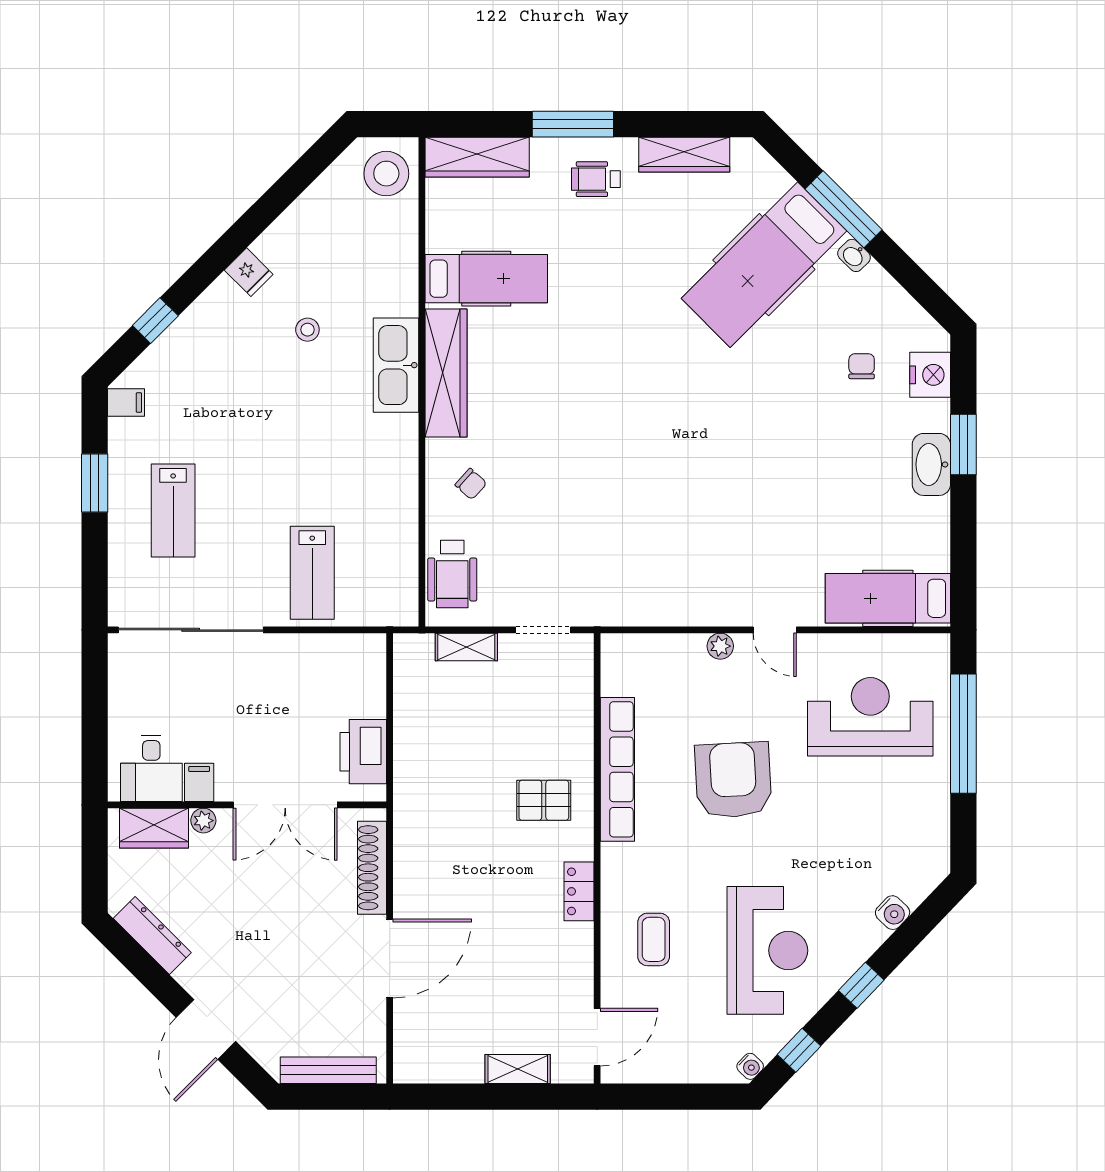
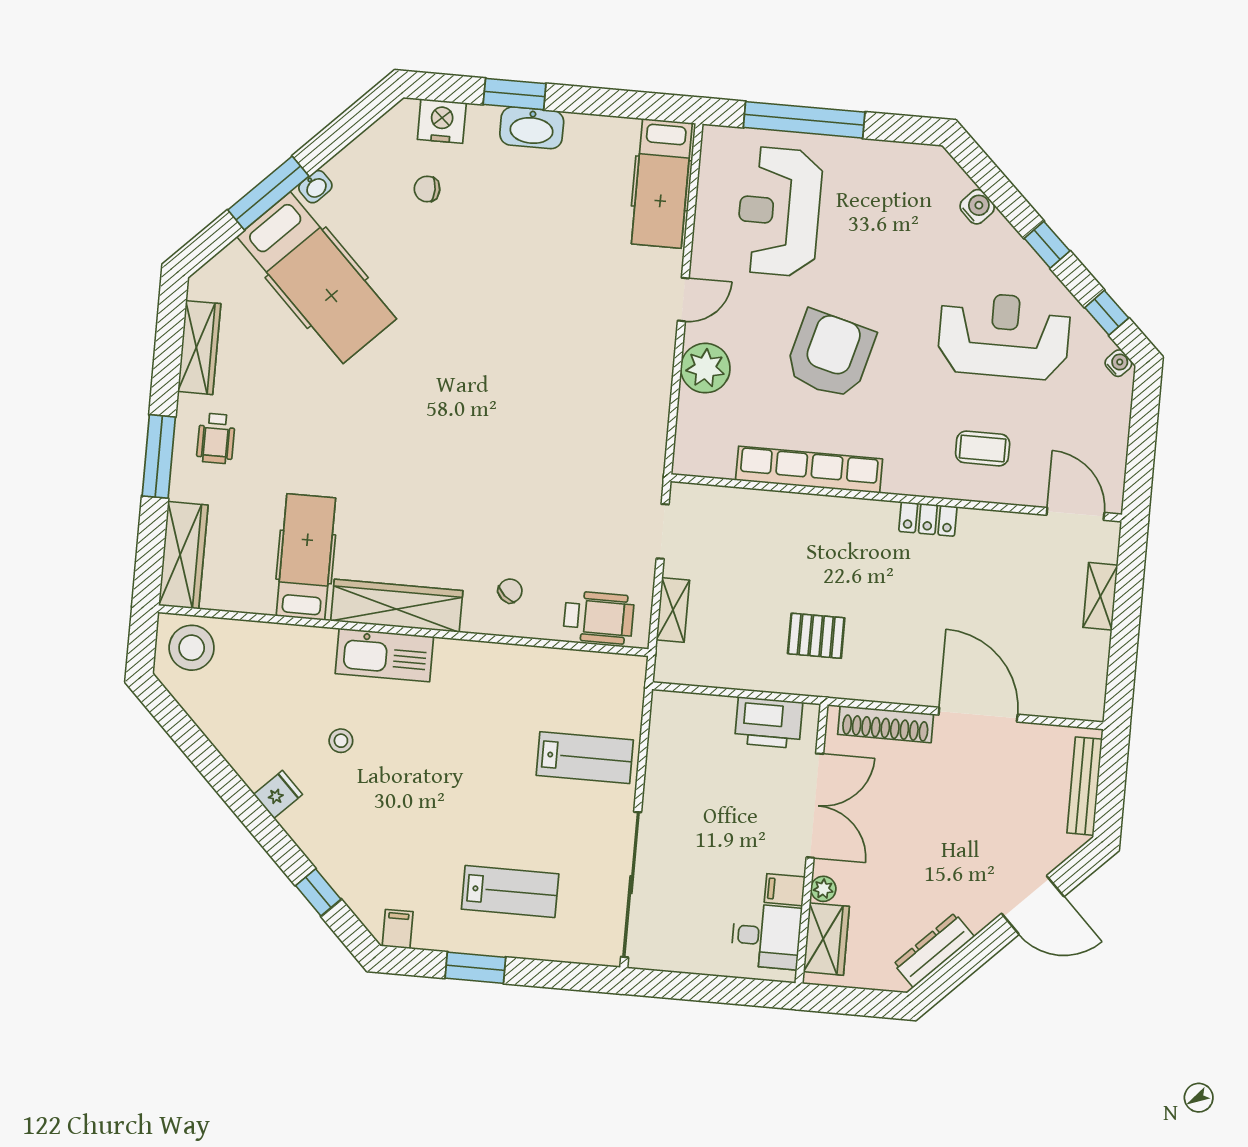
plant: (720, 646) -> (705, 368), width x1.87, depth x1.87
armchair: (733, 780) -> (830, 355), turned 108
pallet: (544, 800) -> (816, 636), moved, turned 90

